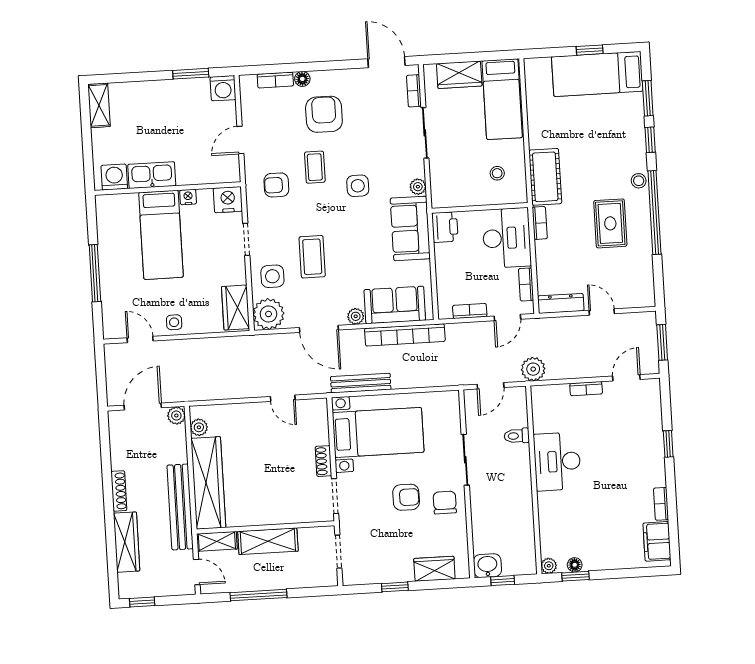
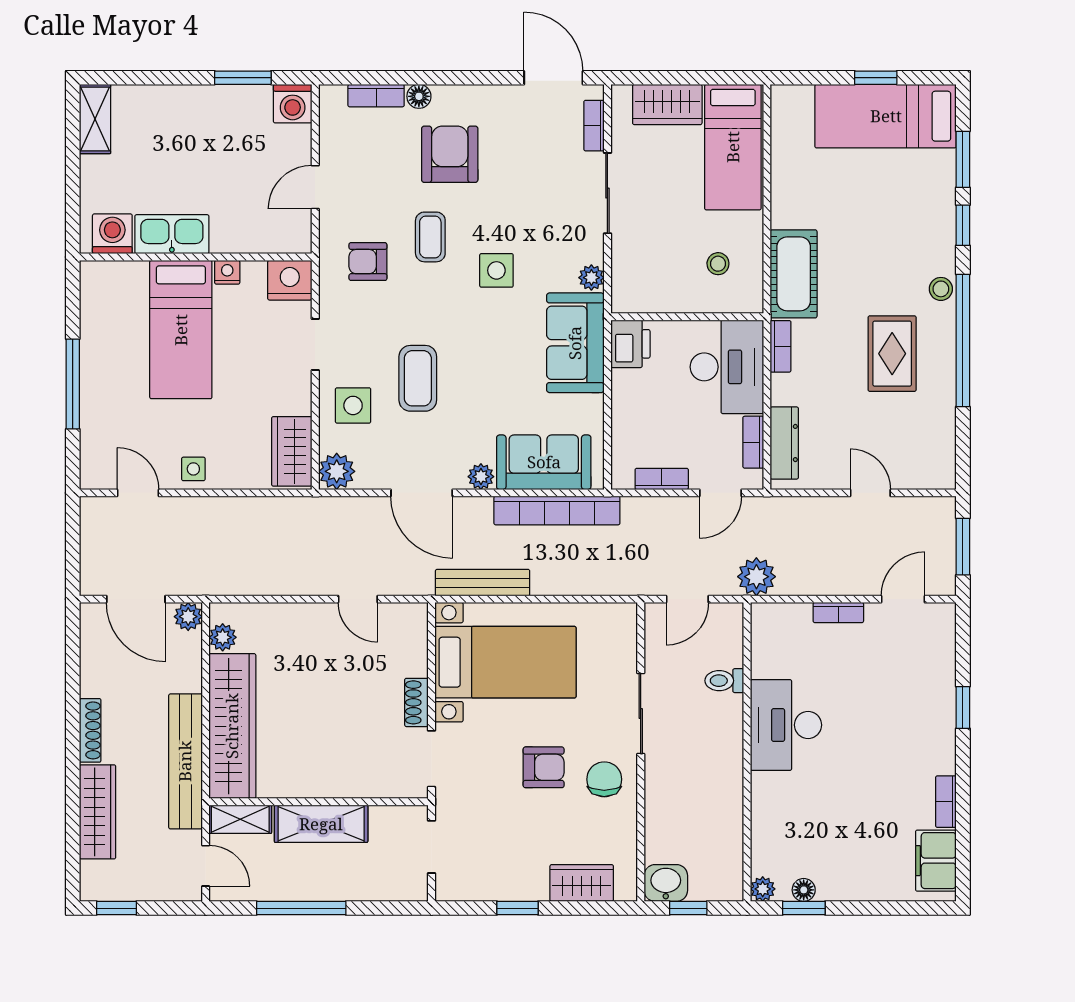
dresser: (561, 303) -> (784, 443), moved, turned 90
plant: (269, 314) -> (337, 471), width x0.73, depth x0.73
door: (143, 406) -> (136, 599), swing flipped

